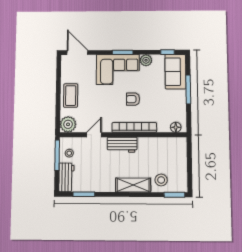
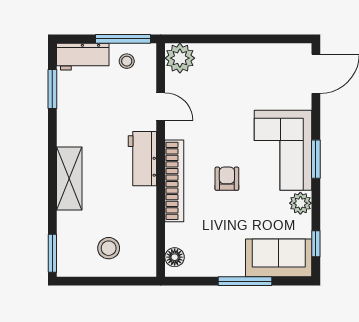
coffee table: (71, 96) -> (234, 62), removed
stool: (161, 180) -> (109, 248), moved

